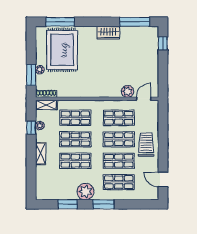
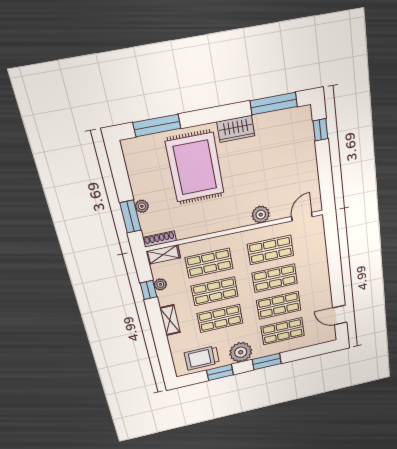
rug: (62, 50) -> (195, 167), moved
plant: (127, 91) -> (261, 215), moved
trolley: (146, 145) -> (202, 358), moved, turned -90

